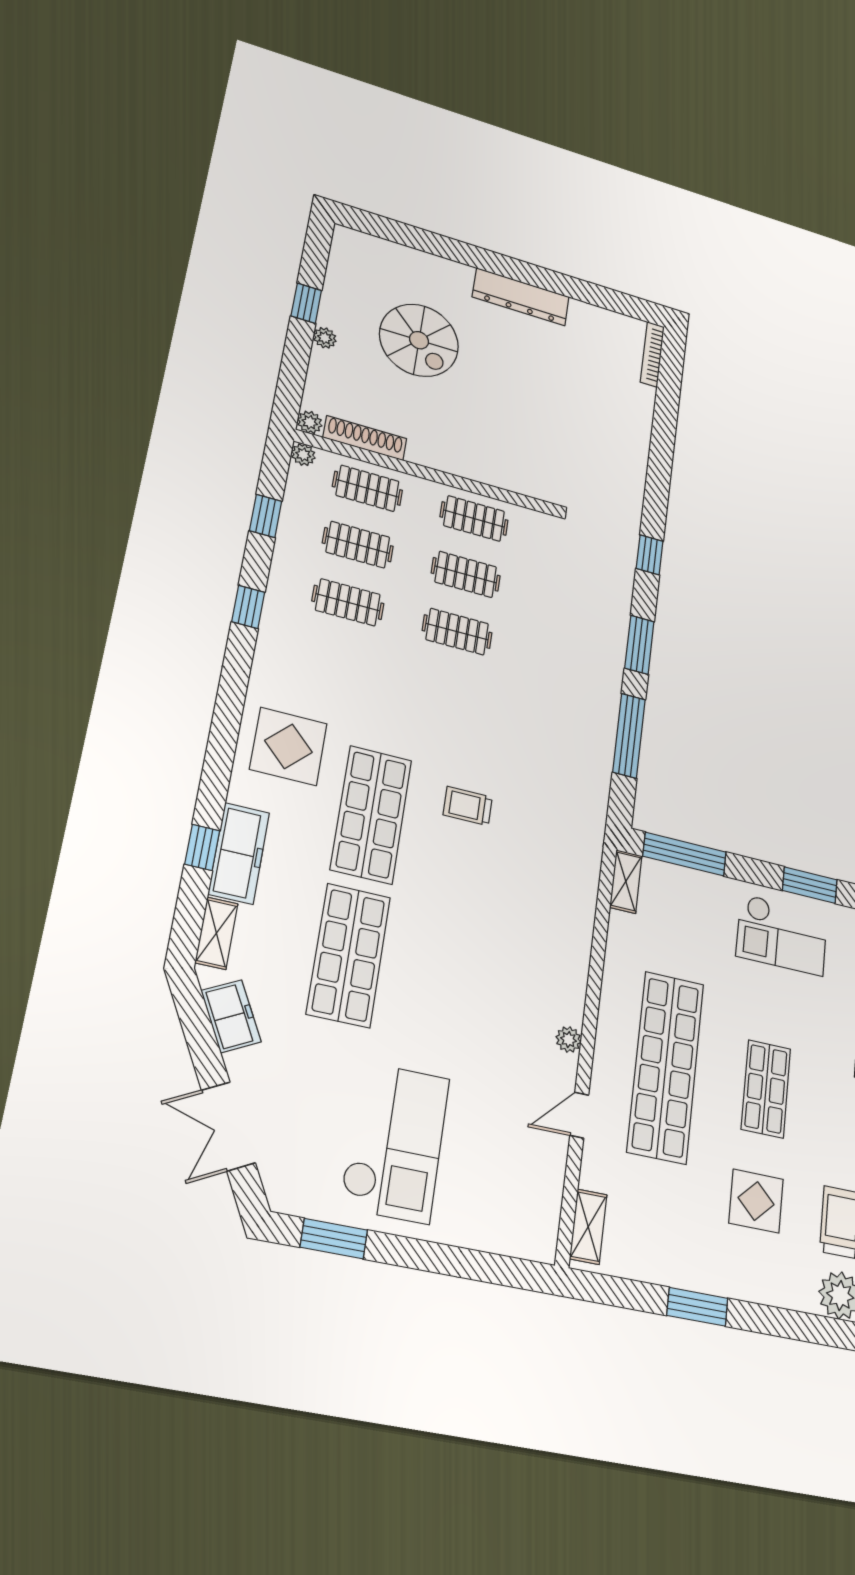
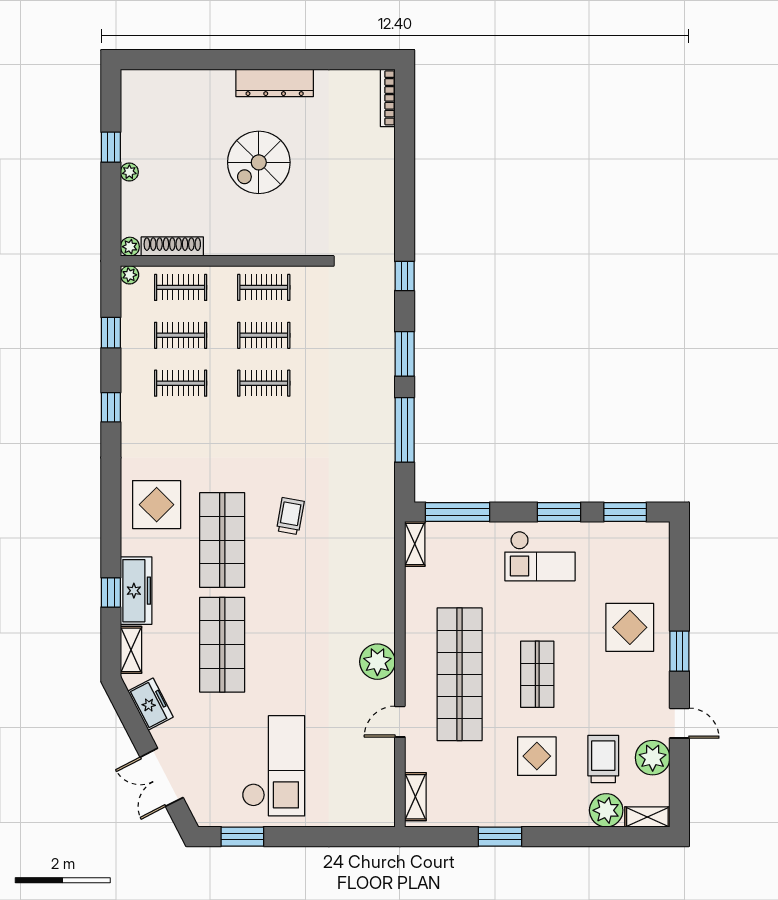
spiral stairs: (419, 340) -> (259, 162), moved, turned 90
trolley: (468, 806) -> (290, 516), turned 100
plant: (568, 1040) -> (377, 662), width x1.88, depth x1.88

